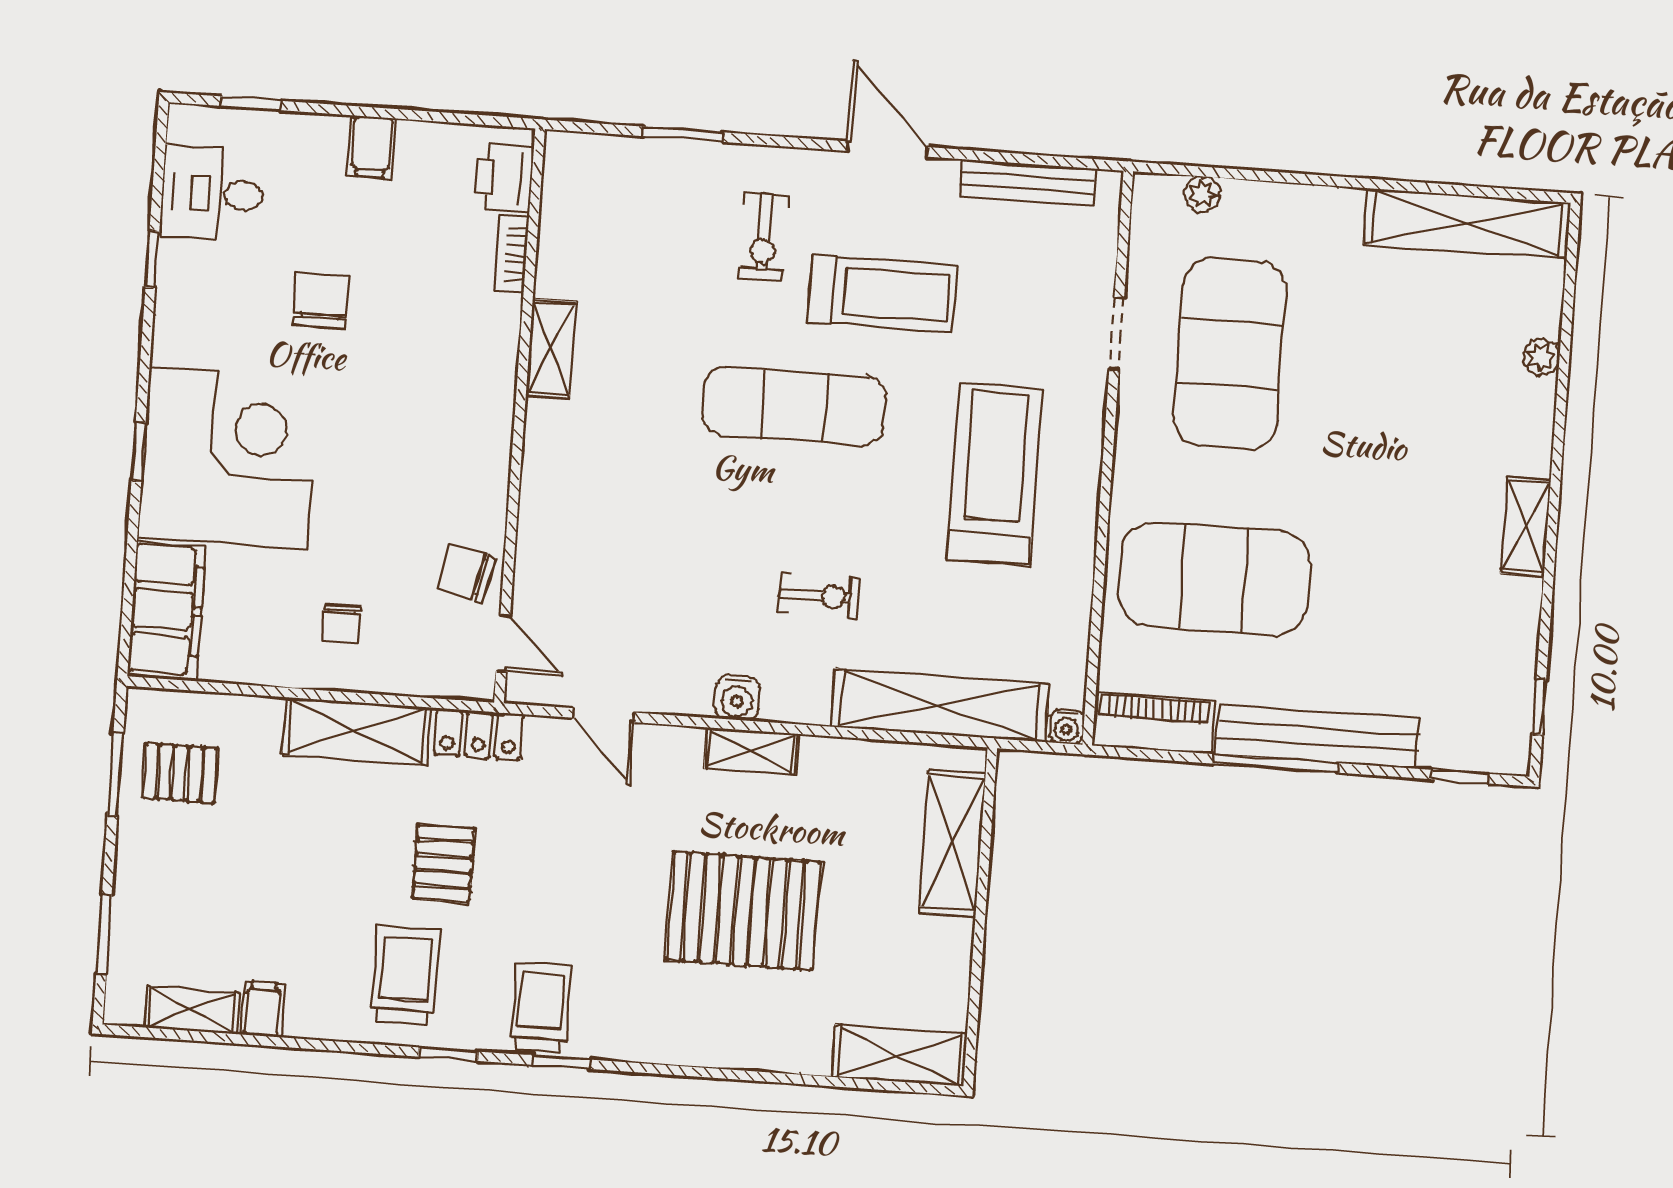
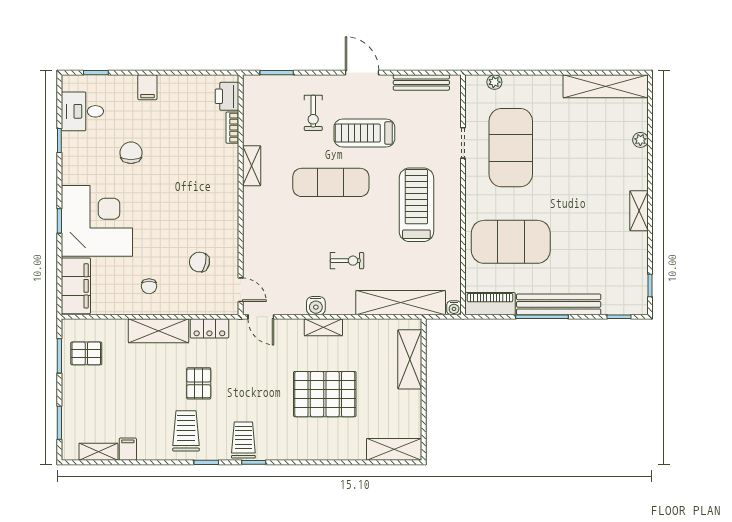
printer: (504, 178) -> (227, 96), moved
bookcase: (511, 254) -> (232, 128), moved
treadmill: (883, 294) -> (364, 133), turned 180
shelving: (551, 348) -> (252, 166), moved
wall: (519, 416) -> (241, 195), moved
door: (503, 643) -> (241, 290), moved

